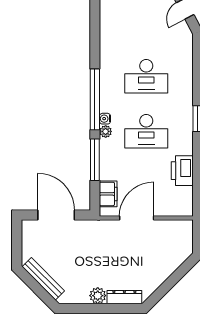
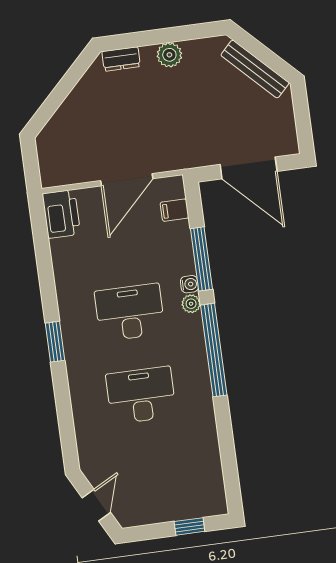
water cooler: (105, 119) -> (189, 284), moved
printer: (182, 171) -> (61, 214), moved
filing cabinet: (108, 194) -> (174, 210), width x0.50
dresser: (124, 297) -> (121, 59), width x0.70

